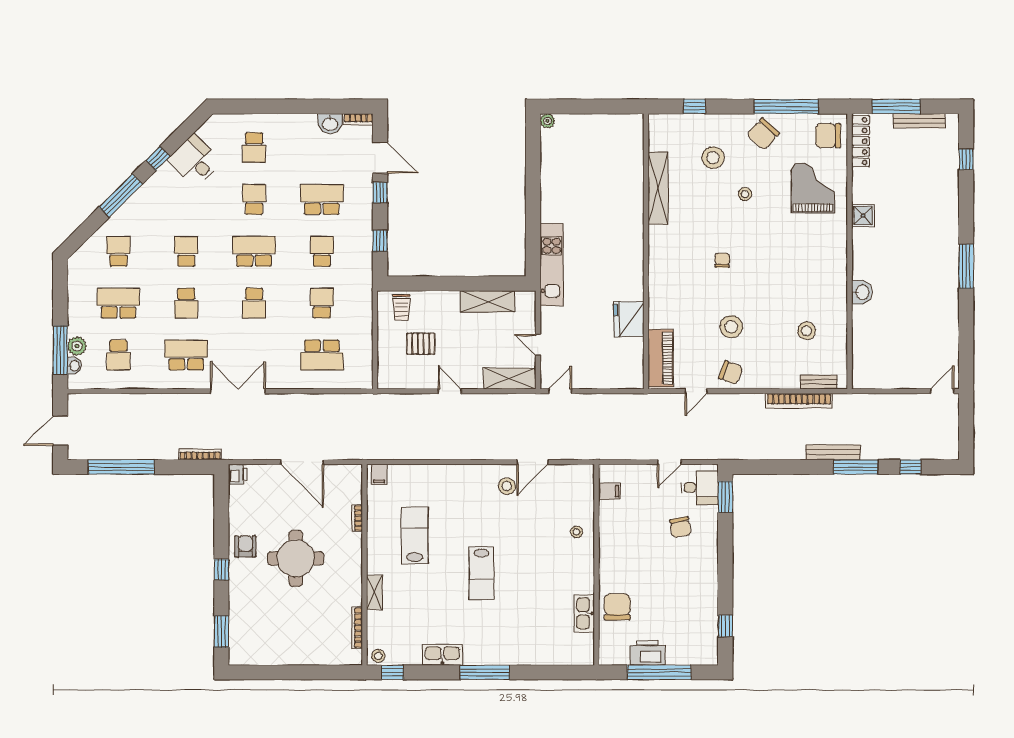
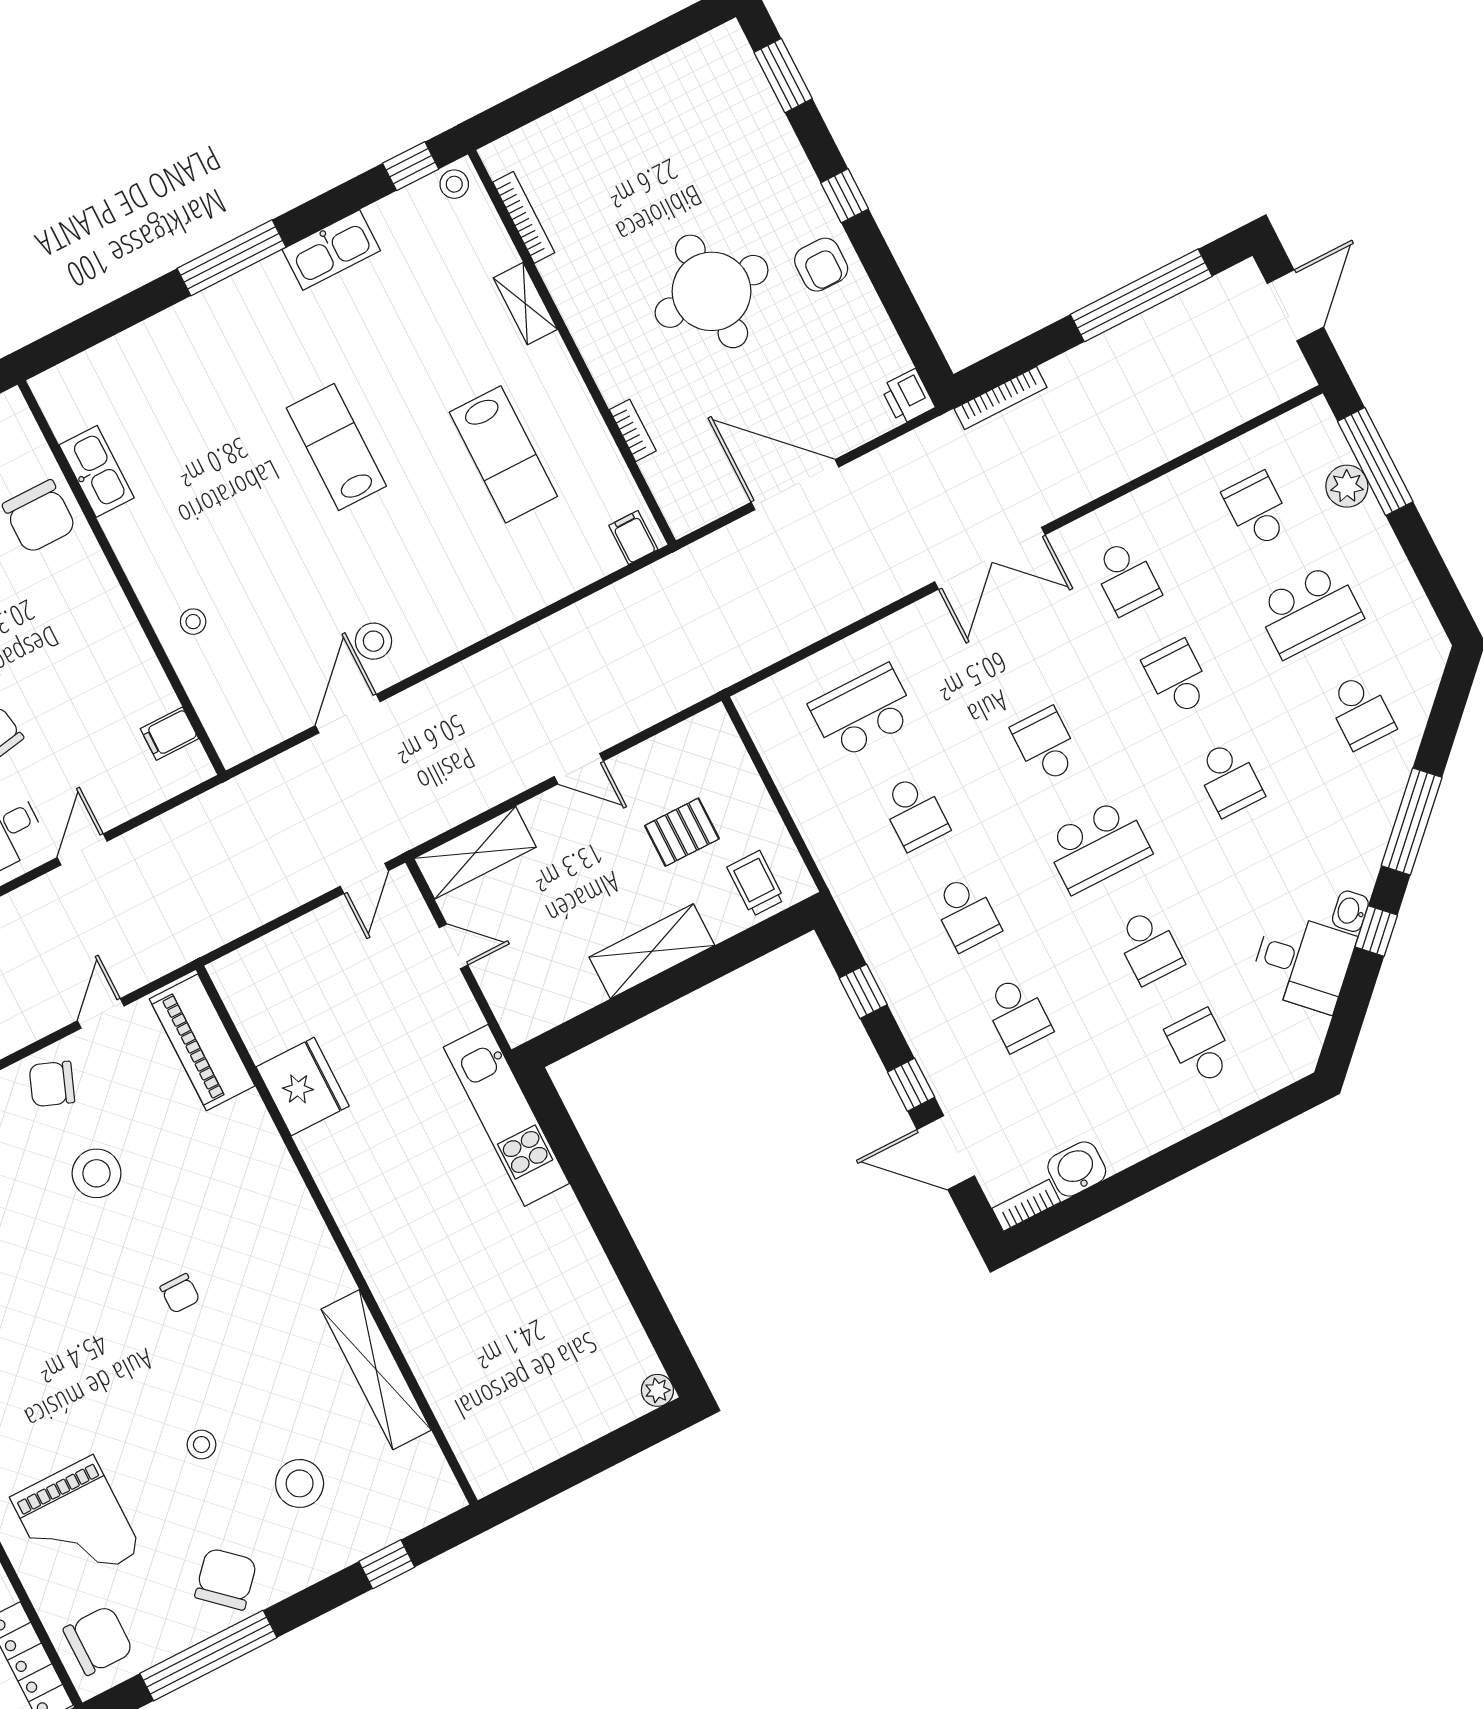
school desk: (322, 199) -> (1017, 1014), width x0.54
shelving: (488, 301) -> (652, 951), moved
school desk: (186, 355) -> (1126, 577), width x0.54
washbasin: (74, 366) -> (1350, 911), moved, turned 45

